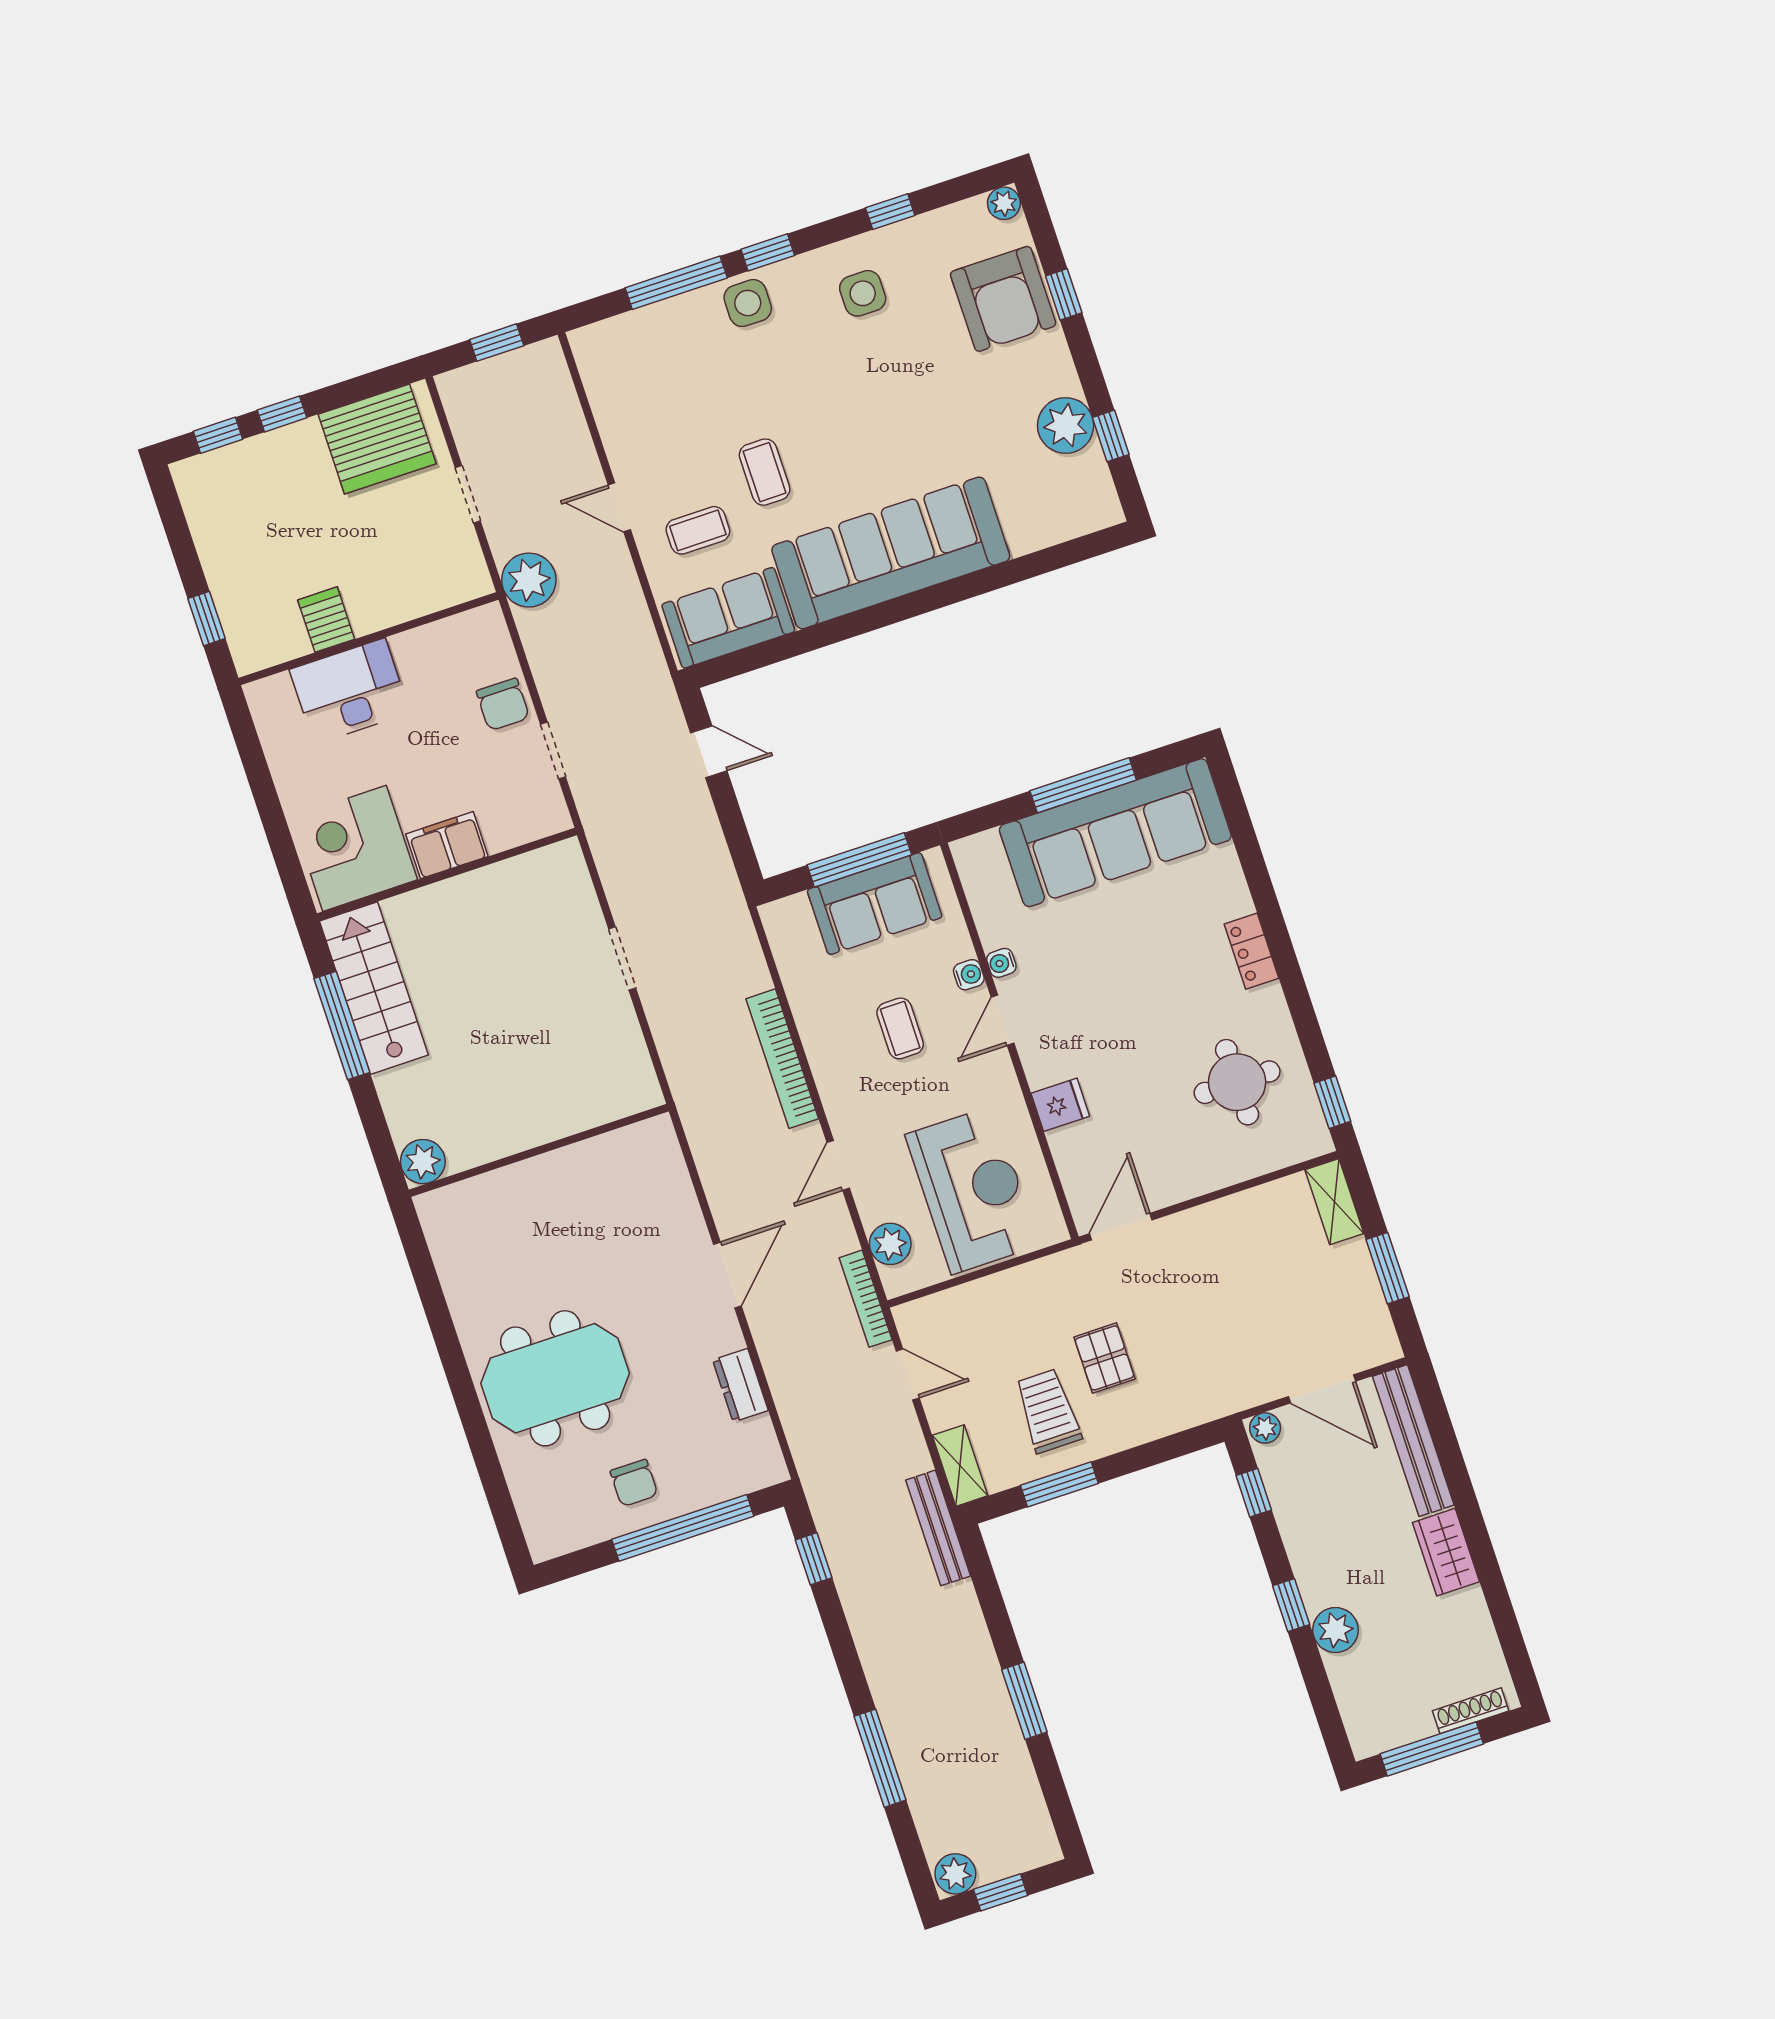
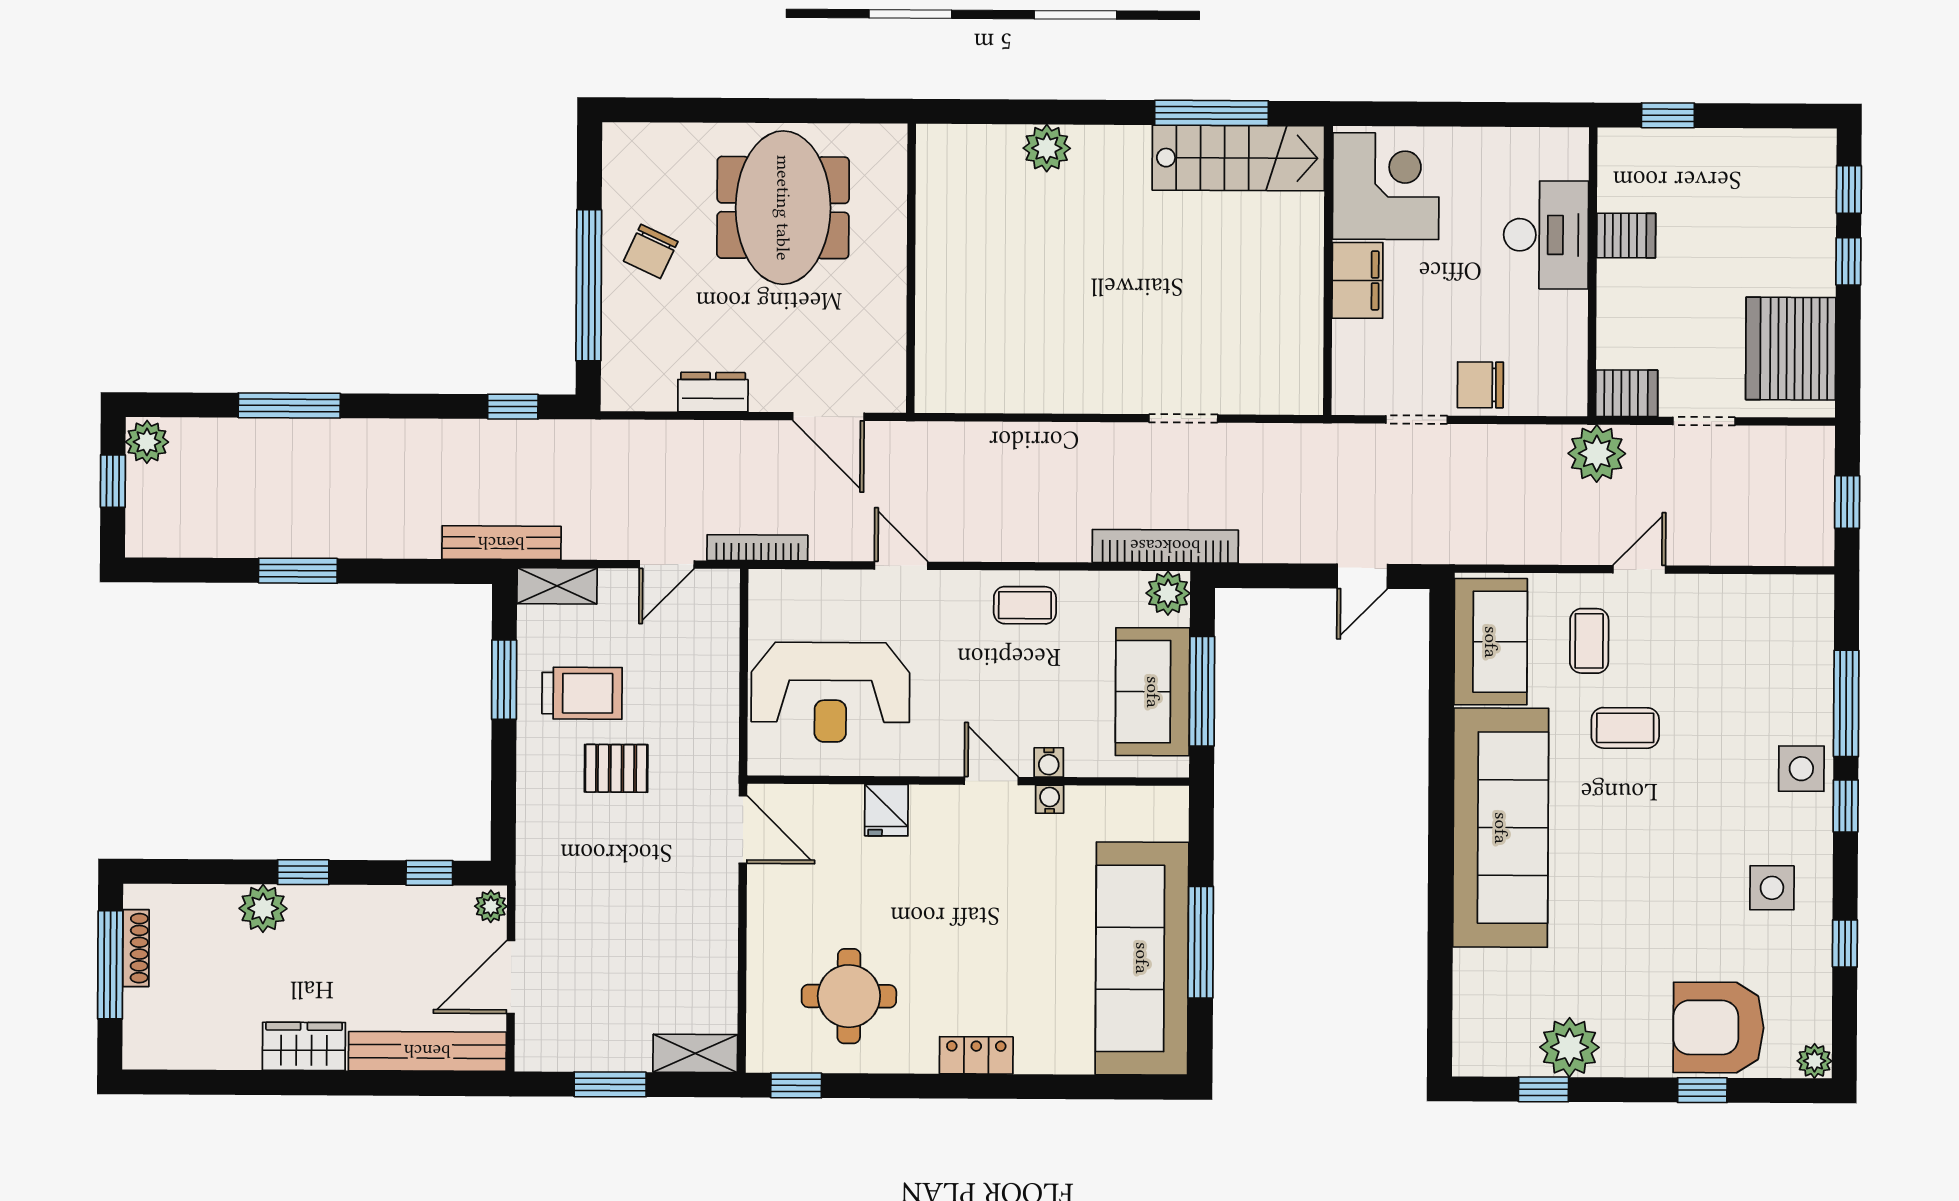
server rack: (466, 572) -> (1627, 393), added
coffee table: (900, 1028) -> (1025, 605), moved
bookcase: (782, 1059) -> (1165, 546), moved
wall: (539, 1150) -> (911, 268), moved
plant: (890, 1244) -> (1168, 593), moved
chair: (634, 1483) -> (651, 251), turned -65
shoe rack: (1471, 1711) -> (136, 948), moved

